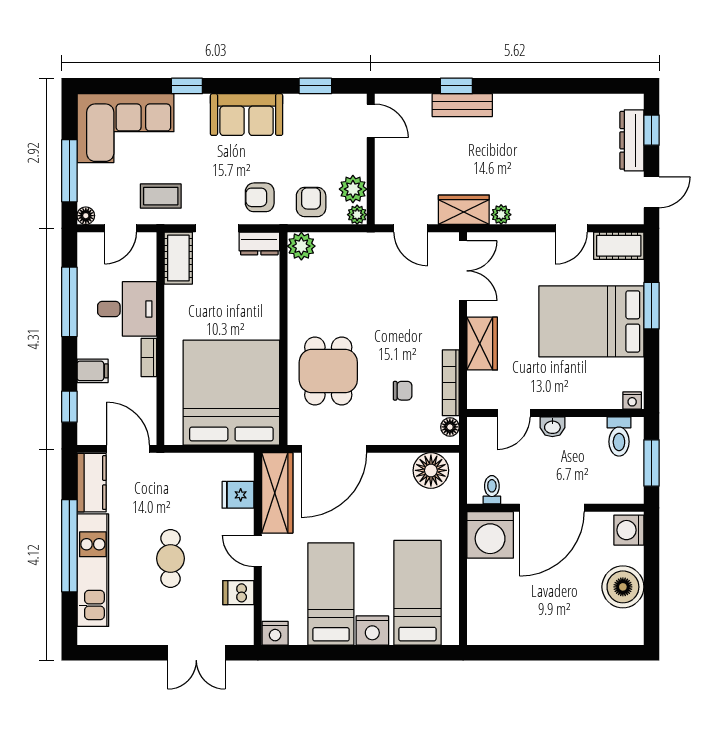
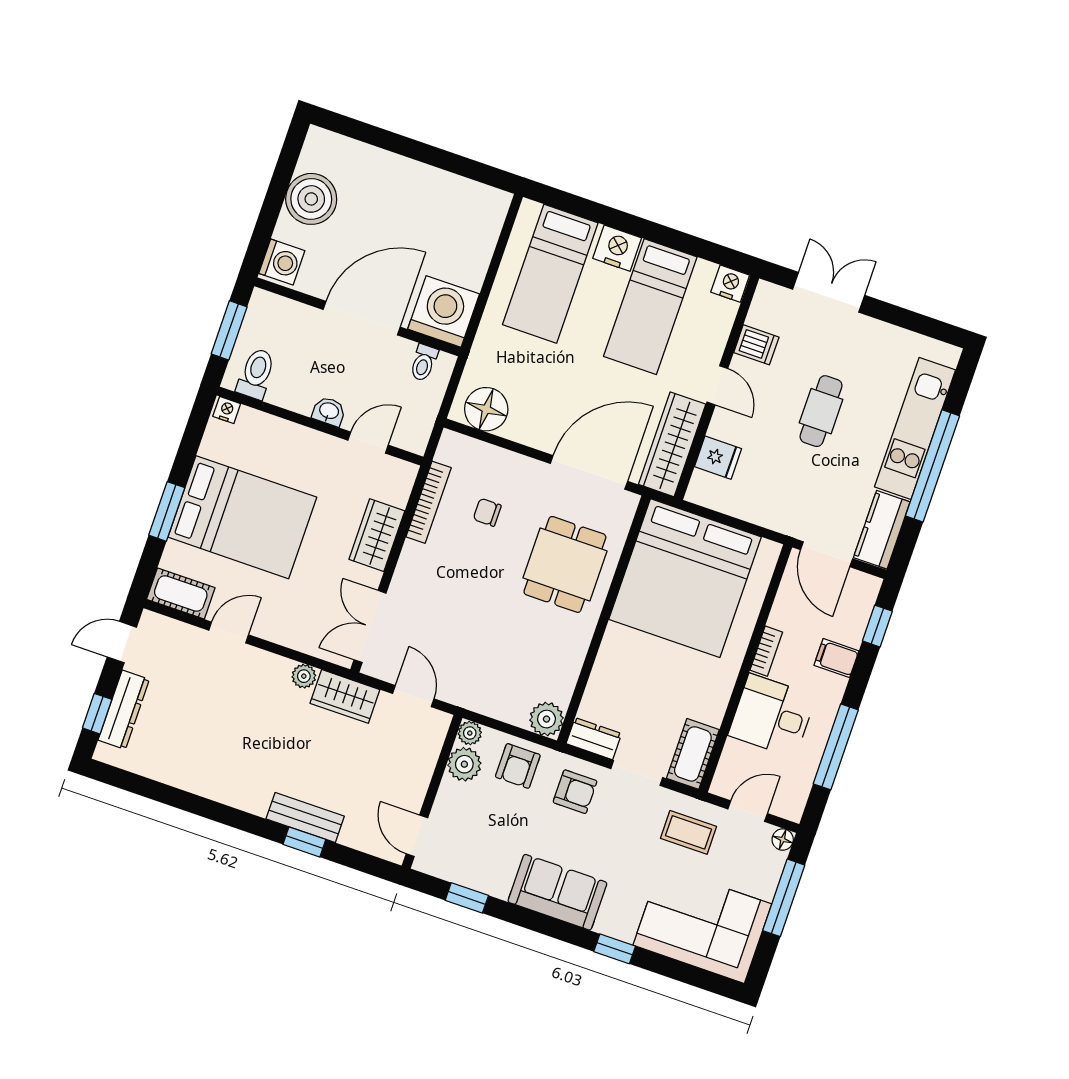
floor lamp: (450, 427) -> (447, 452), removed

